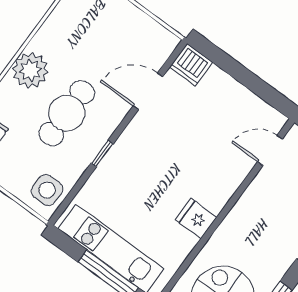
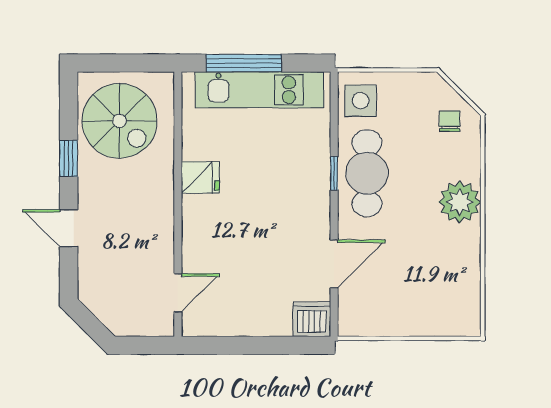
cafe table: (67, 113) -> (367, 173), moved

